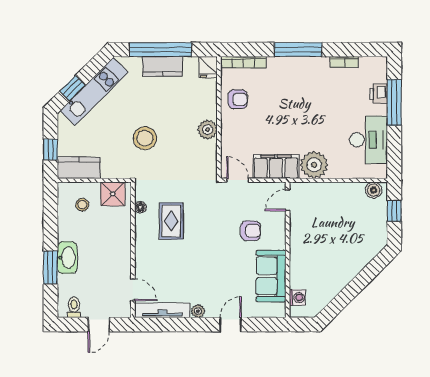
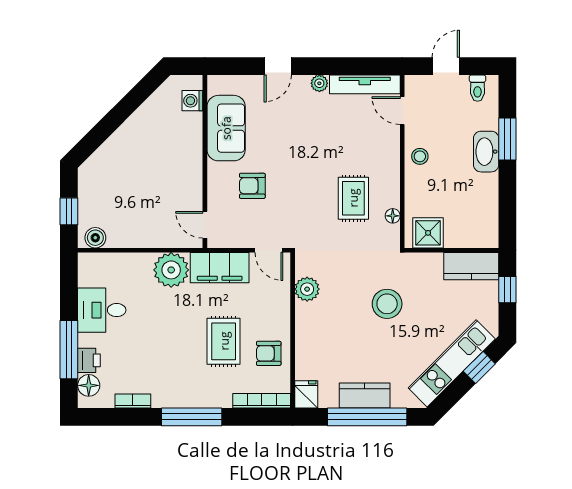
floor lamp: (379, 74) -> (89, 385), added
rug: (273, 109) -> (224, 341), added
plant: (208, 130) -> (307, 289), moved
desk: (369, 140) -> (102, 310), width x0.73
door: (288, 200) -> (205, 225), swing flipped
stool: (82, 205) -> (420, 156), moved

